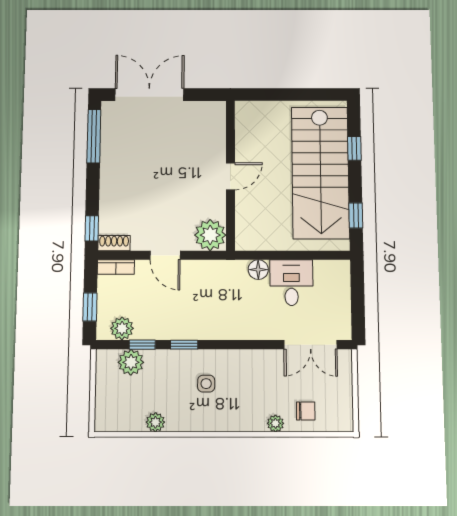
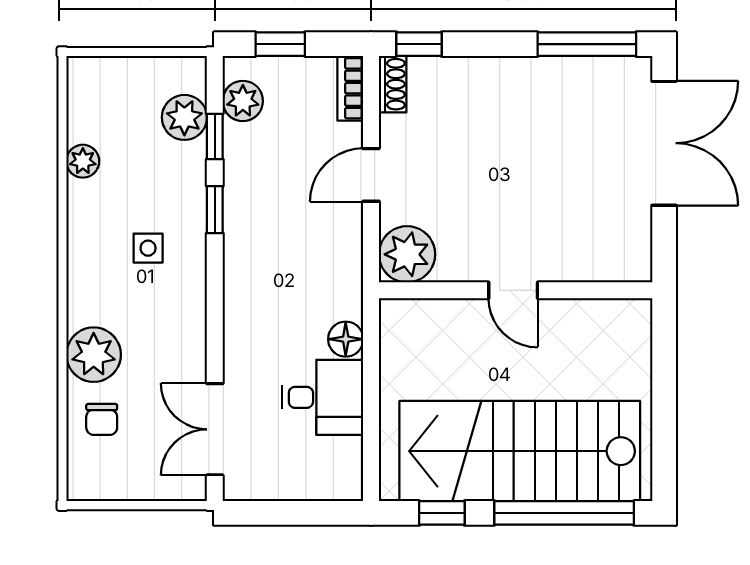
window: (354, 148) -> (564, 513), width x3.17
plant: (275, 423) -> (94, 355), width x1.87, depth x1.87

